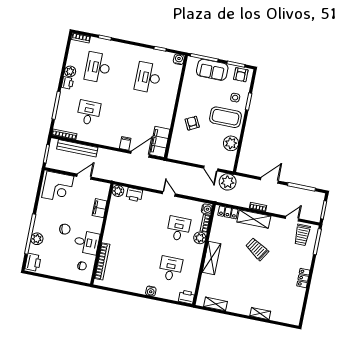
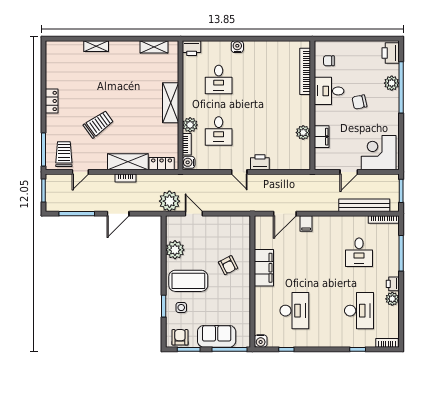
filing cabinet: (160, 142) -> (264, 268), moved
plant: (118, 191) -> (303, 133), moved
printer: (134, 195) -> (260, 162), moved
trolley: (257, 249) -> (98, 124), moved, turned -69

